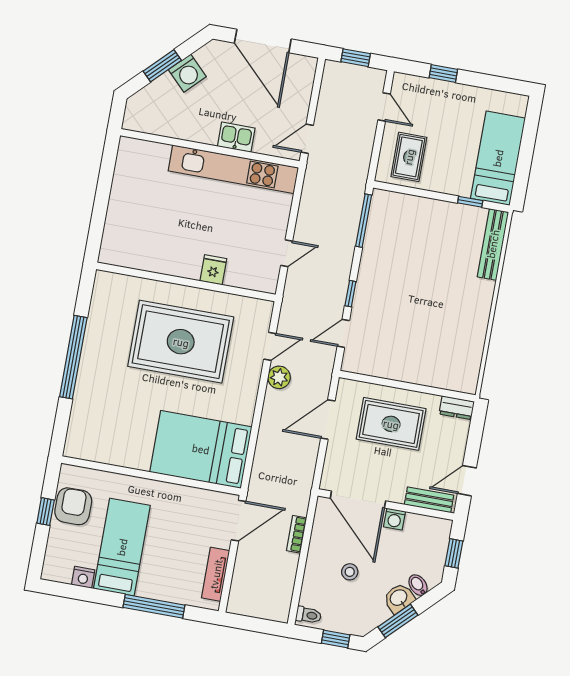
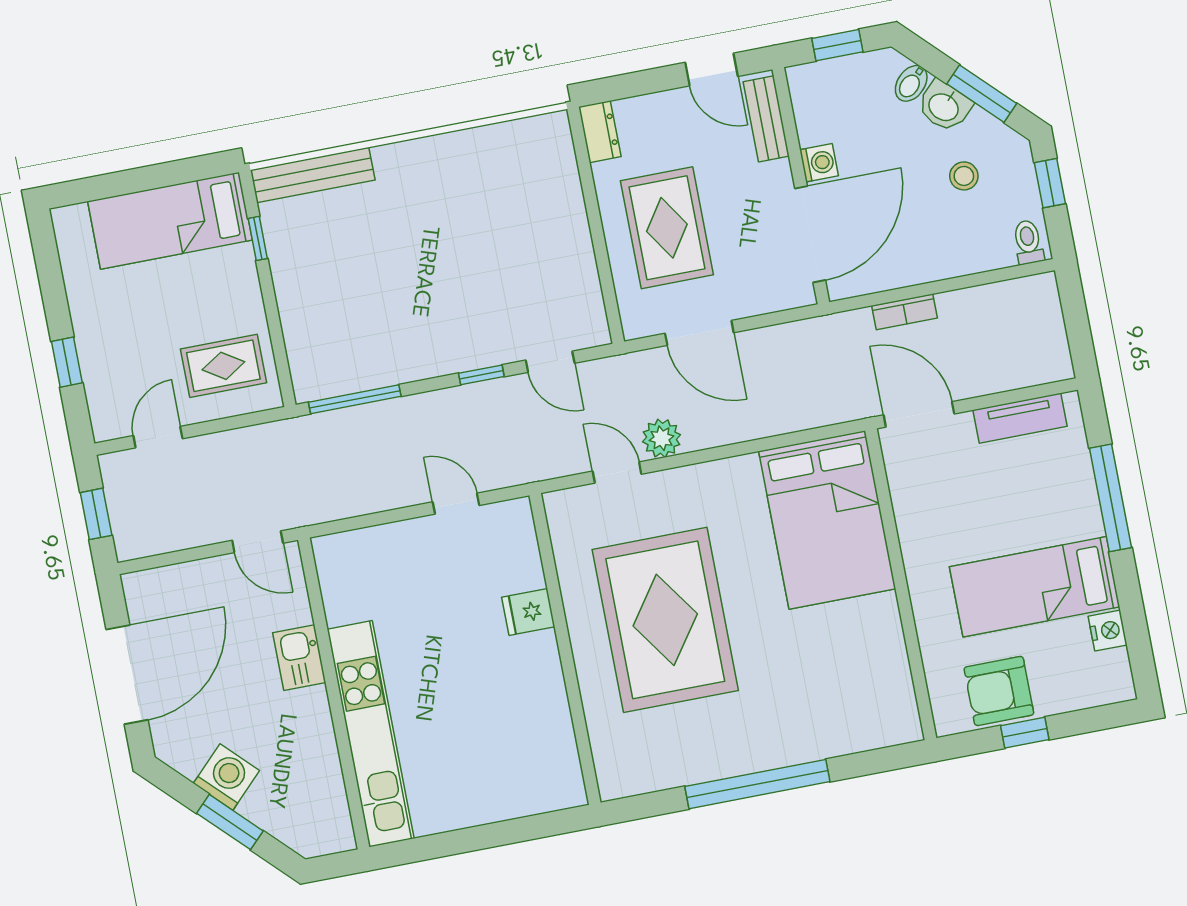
kitchen unit: (233, 169) -> (371, 734), moved
stool: (350, 572) -> (964, 176), moved

